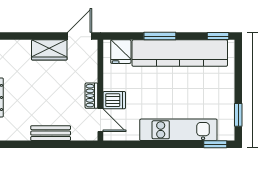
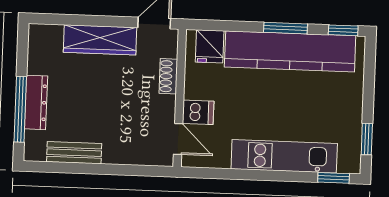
window: (160, 36) -> (286, 28), moved
wardrobe: (49, 50) -> (100, 40), width x1.50
shoe rack: (91, 96) -> (168, 76), moved
bench: (51, 133) -> (74, 153), moved

